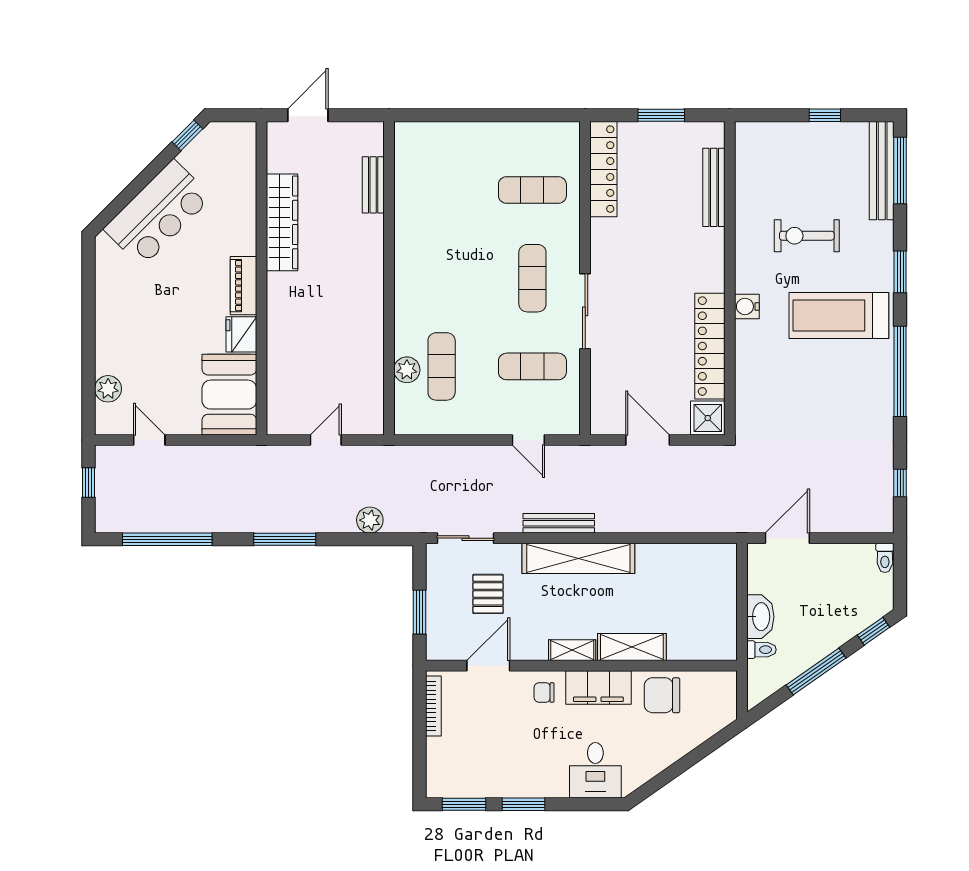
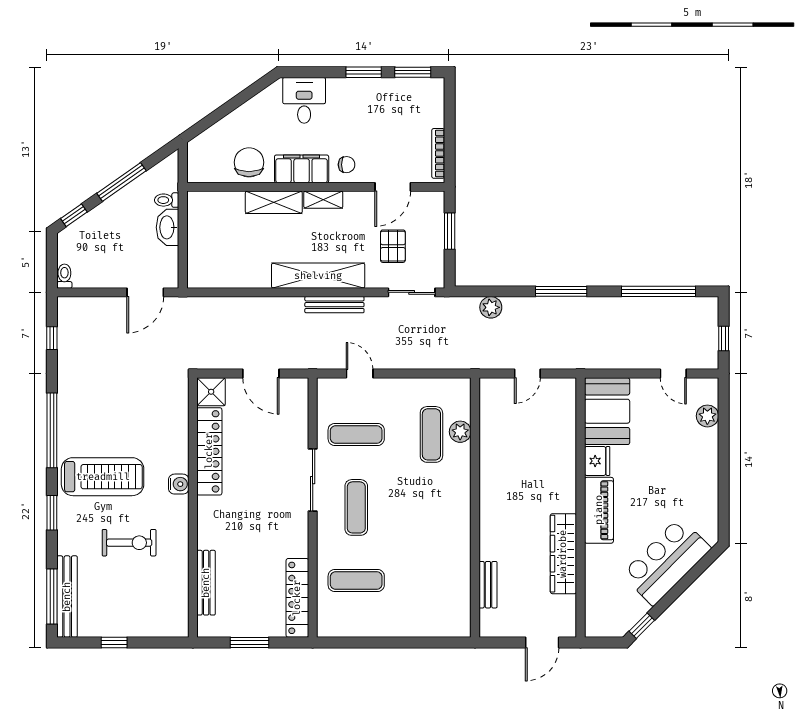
piano: (243, 286) -> (599, 510), width x1.37, depth x1.33
chair: (662, 695) -> (249, 162), turned -90

